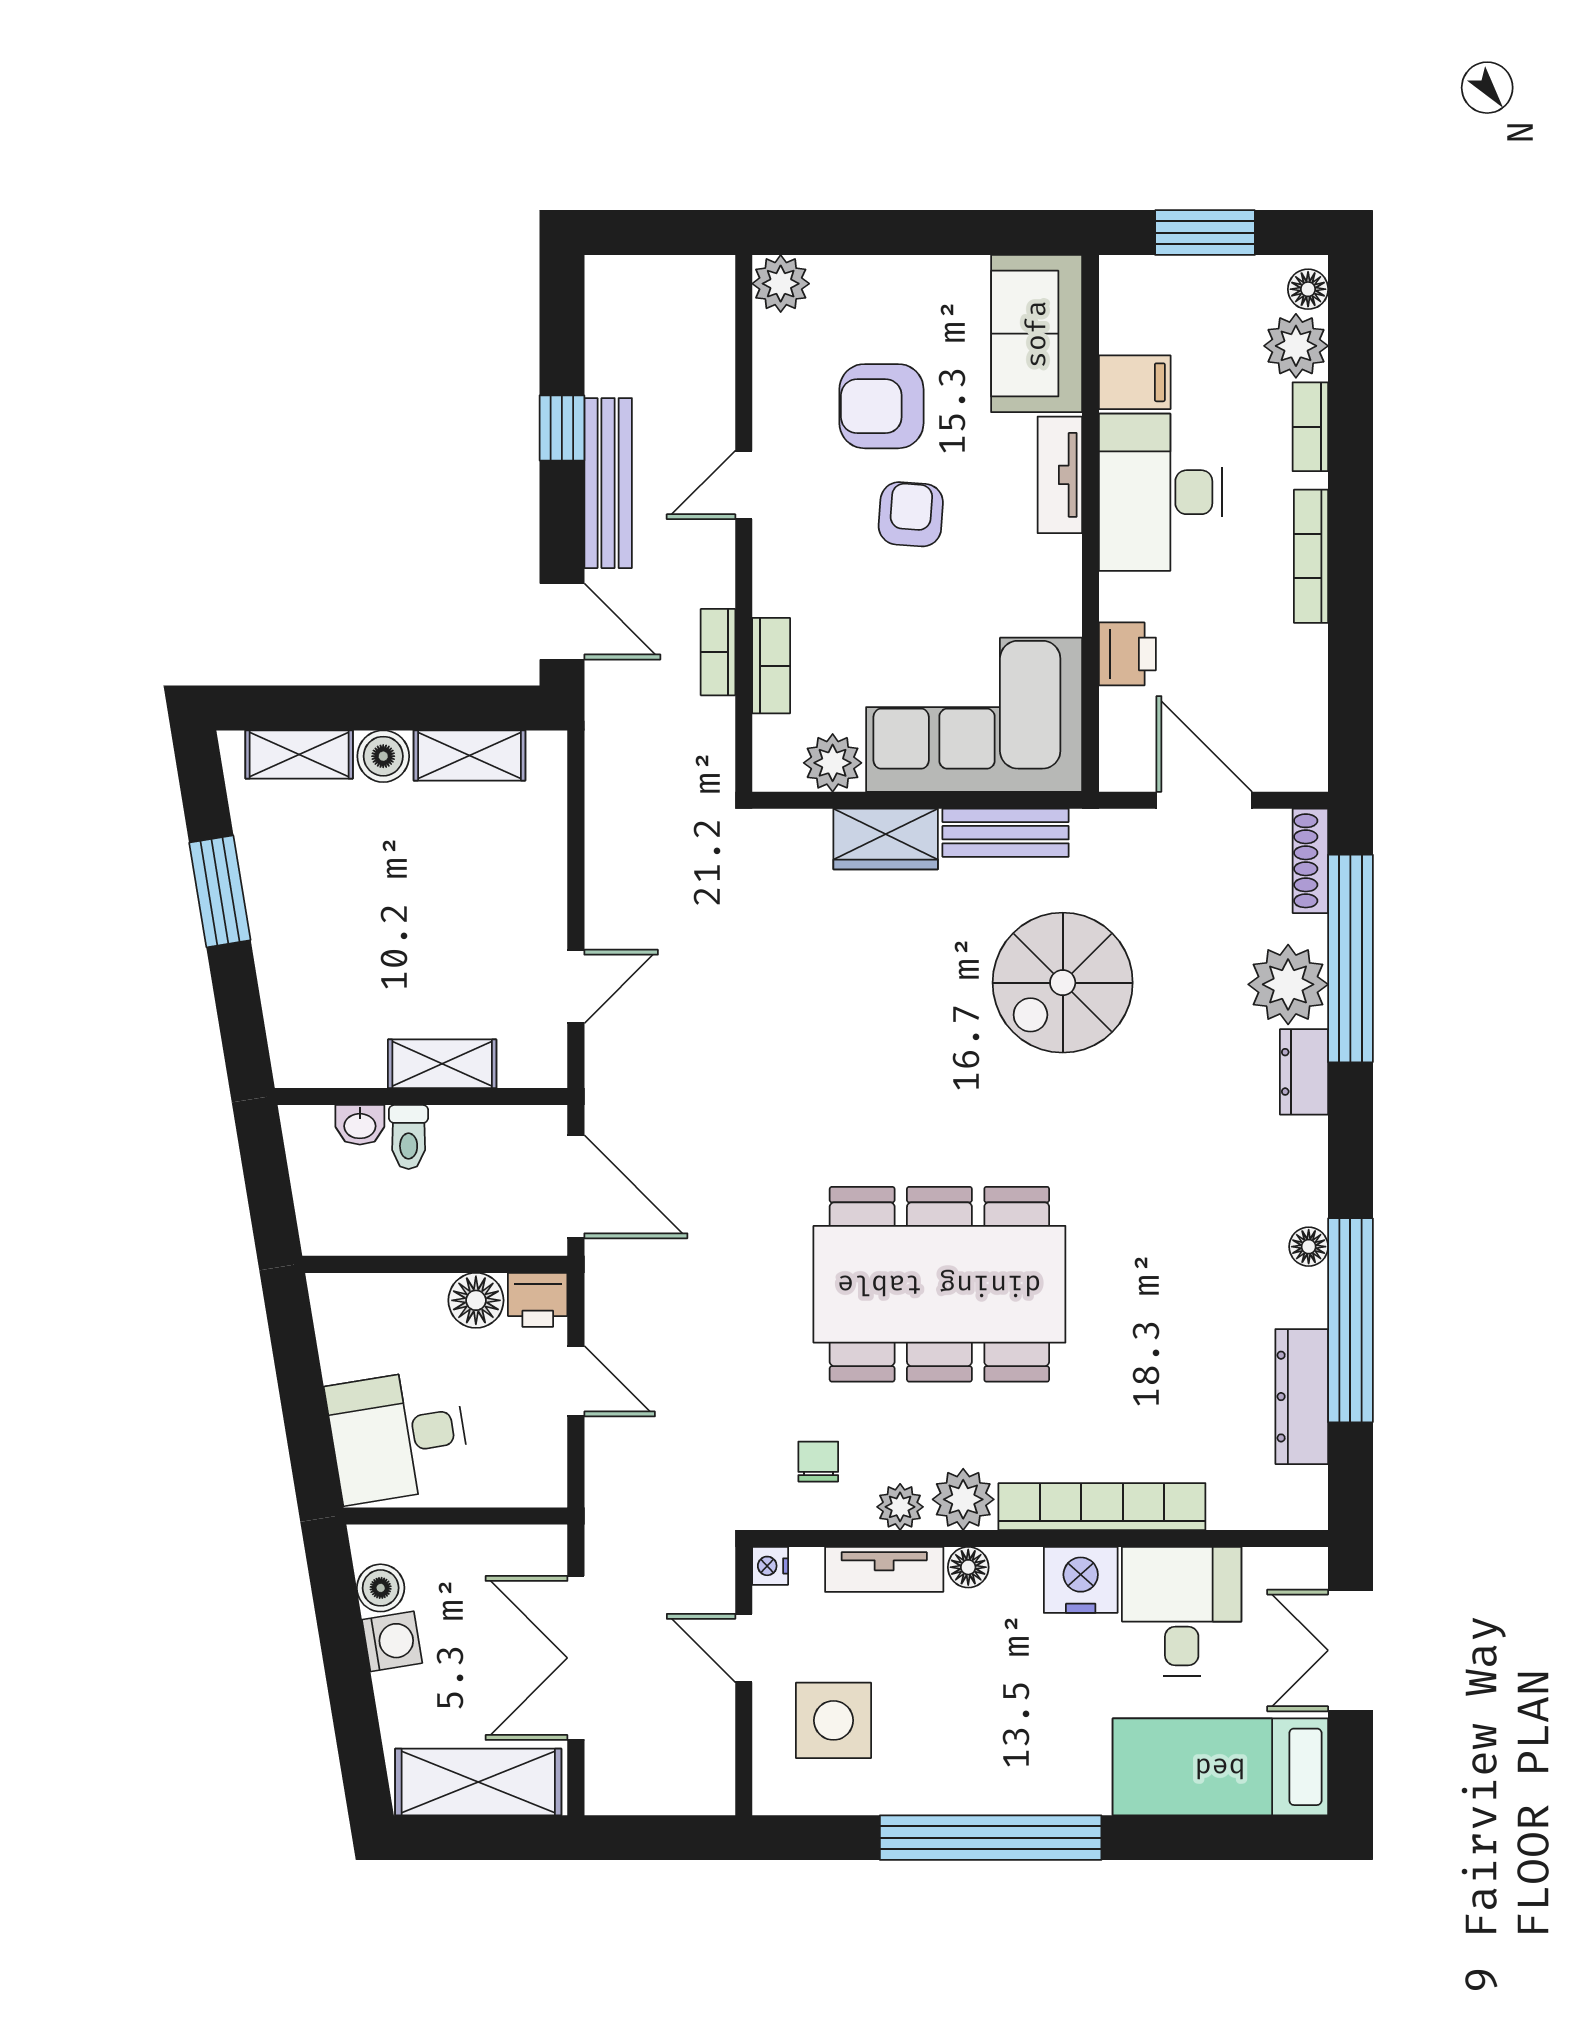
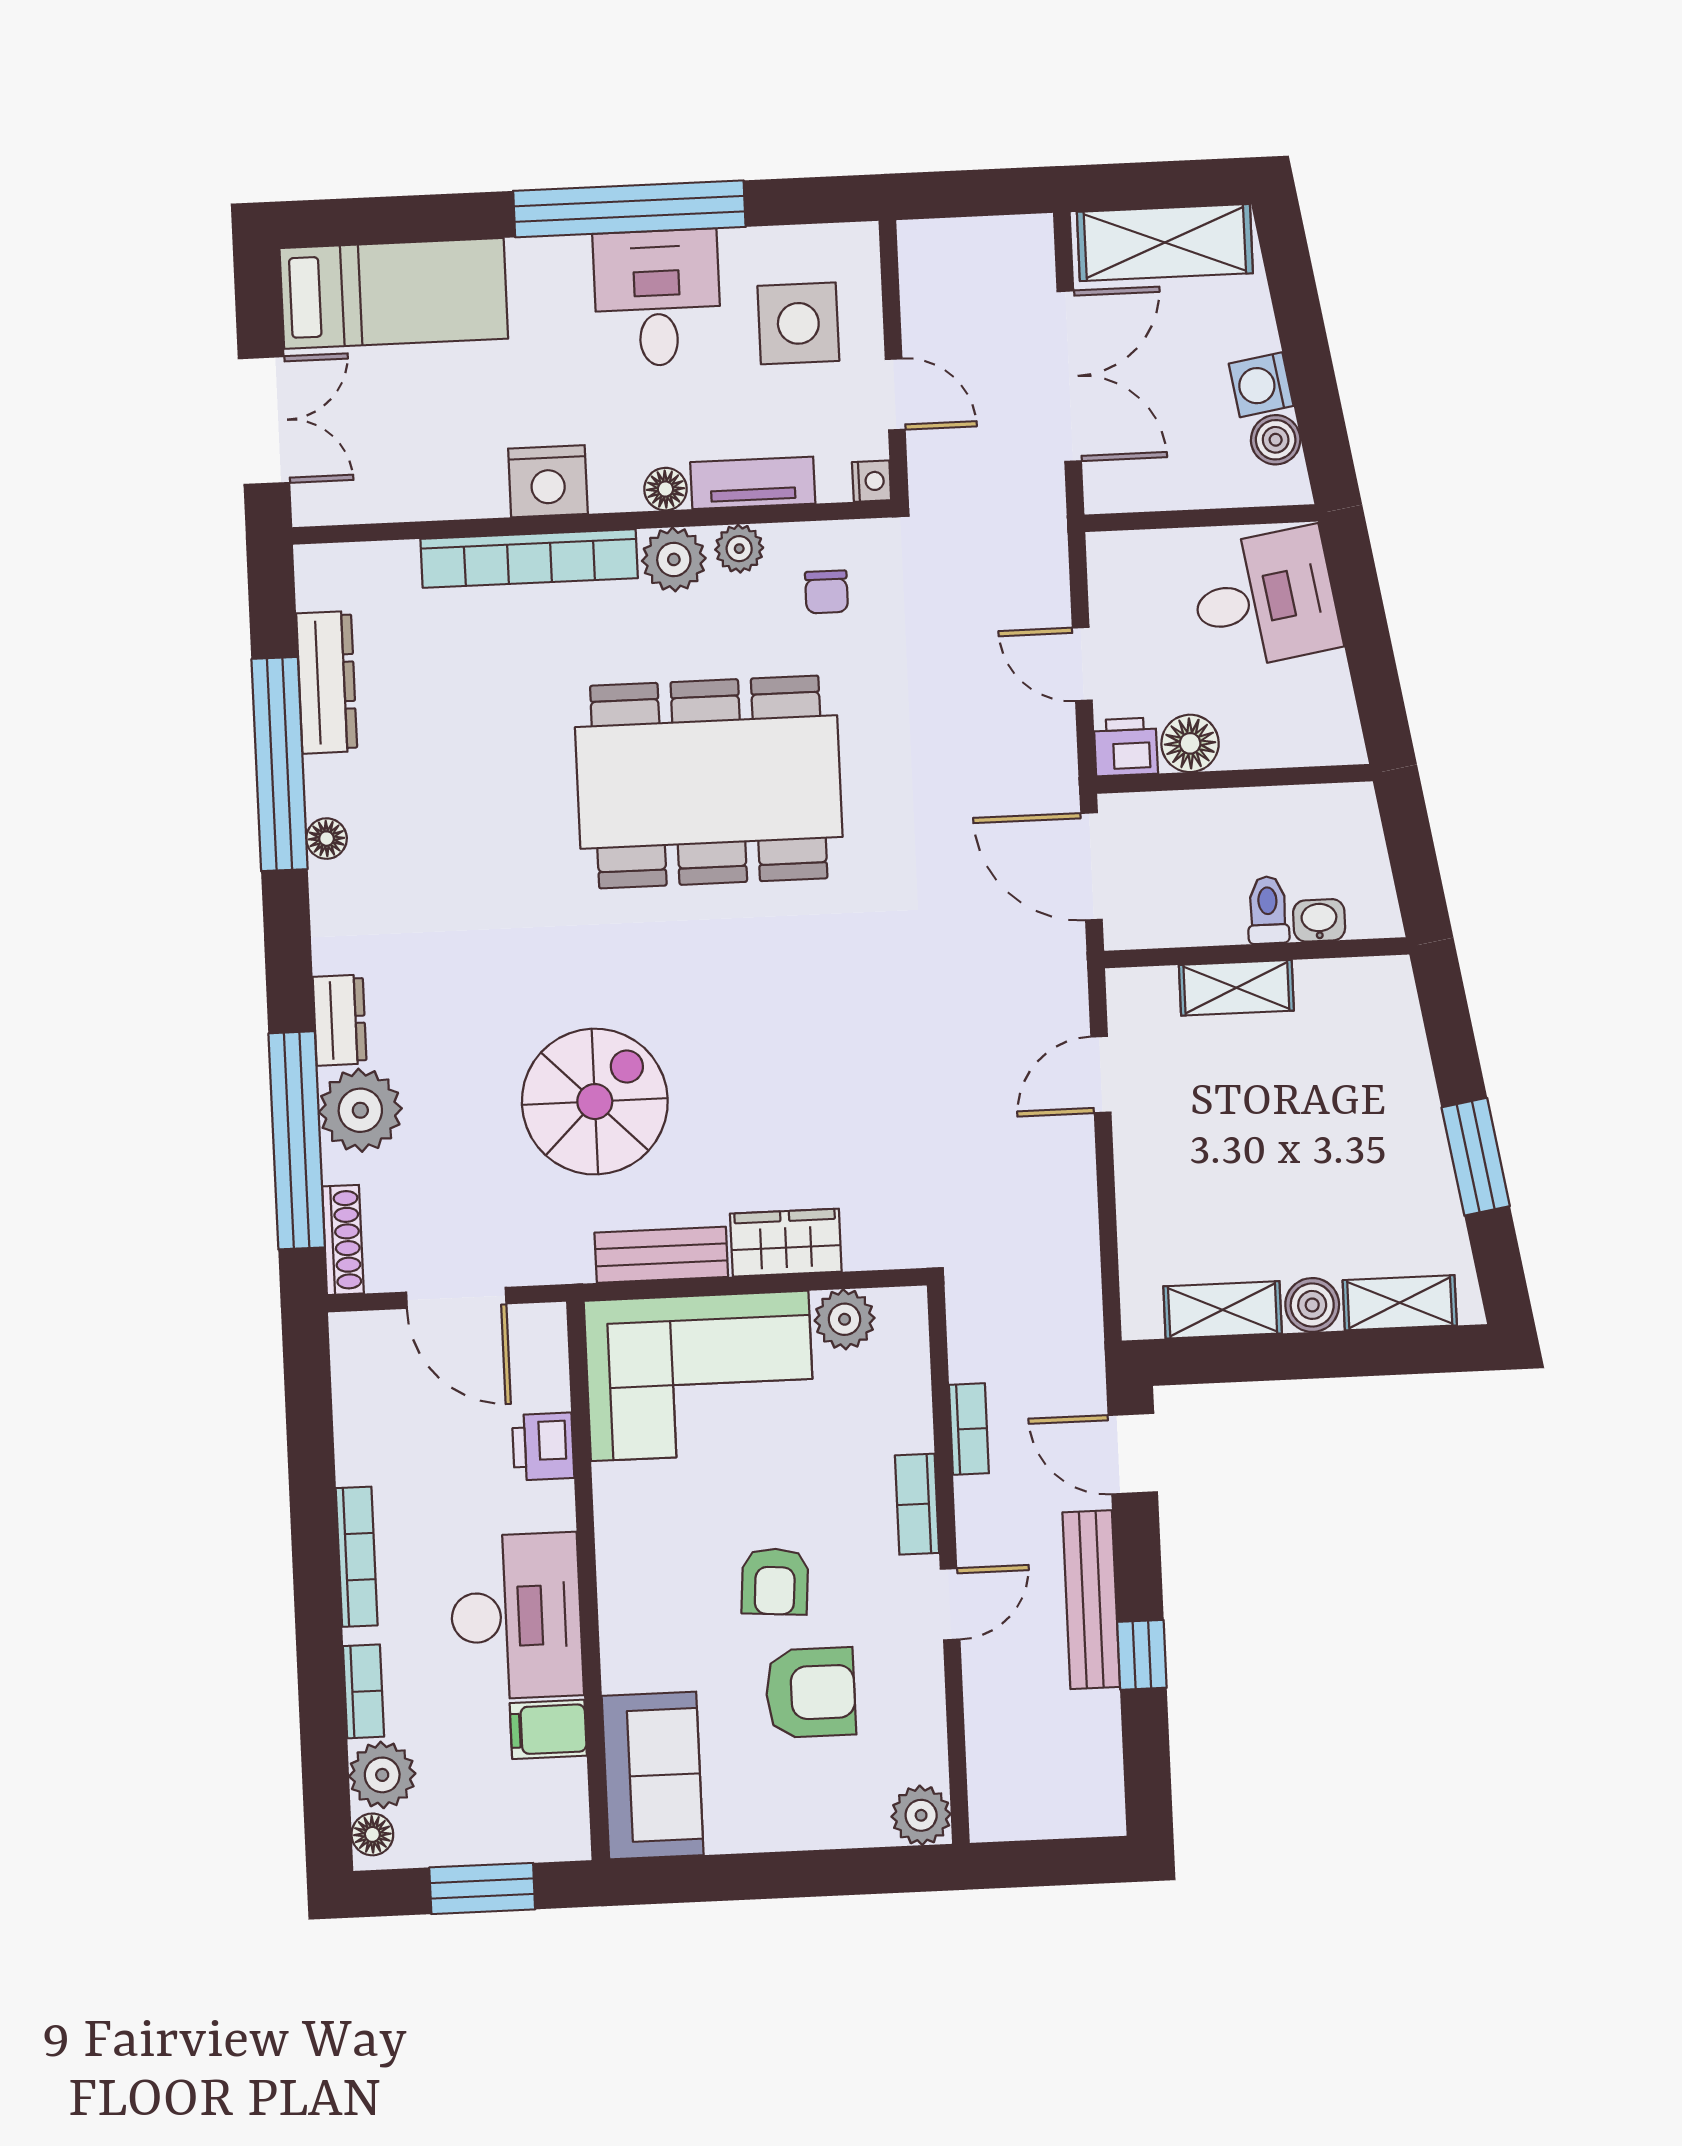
tv unit: (1060, 475) -> (622, 1629), removed
bookcase: (771, 666) -> (917, 1504), moved
desk: (1182, 1611) -> (657, 298), moved, turned 180

